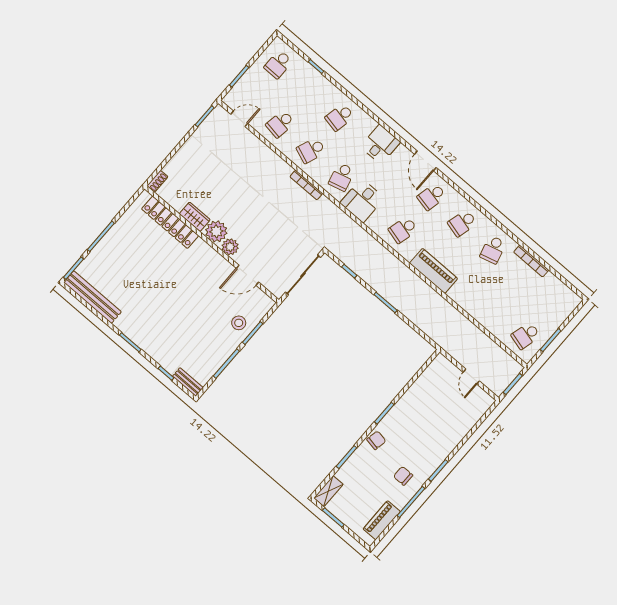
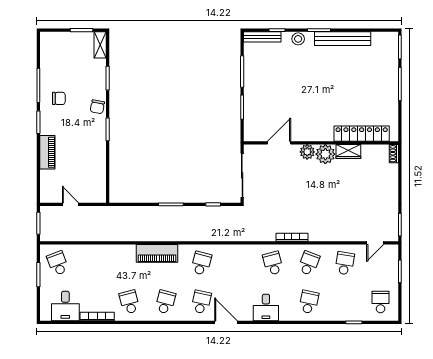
desk: (362, 201) -> (65, 306), moved, turned 180
bench: (93, 297) -> (343, 39), moved
stool: (239, 323) -> (298, 39), moved
school desk: (526, 336) -> (58, 263), turned -36
bench: (188, 382) -> (262, 37), width x1.36
piano: (382, 520) -> (47, 152), moved

